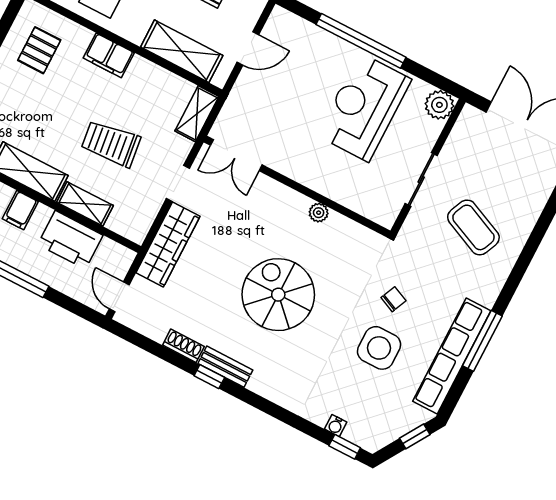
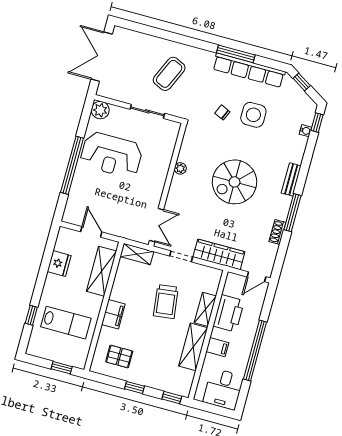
bench: (225, 367) -> (291, 179), moved
window: (209, 377) -> (292, 213), width x2.17

